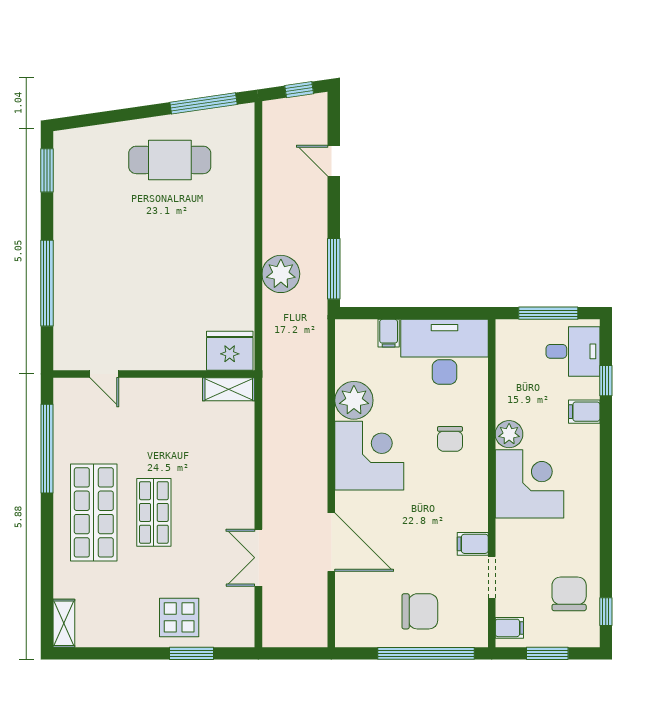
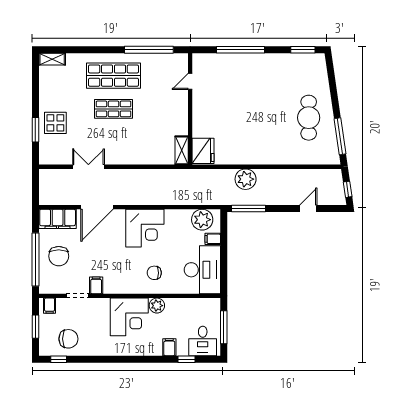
plant: (354, 400) -> (202, 220), moved
filing cabinet: (352, 614) -> (58, 219), added

